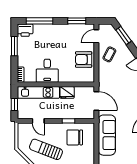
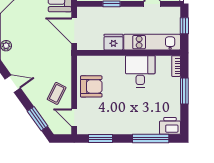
door: (96, 36) -> (74, 118), swing flipped
window: (14, 46) -> (184, 91), moved

